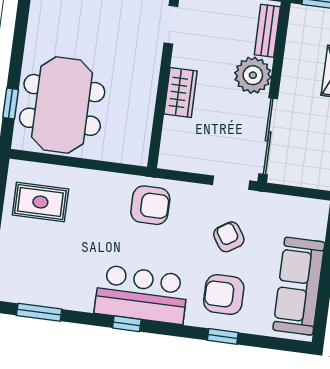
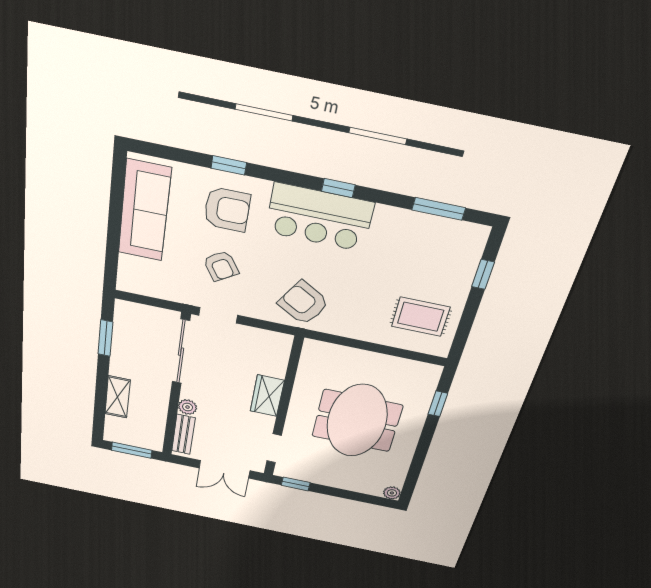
plant: (253, 75) -> (188, 407), width x0.53, depth x0.53
meeting table: (62, 105) -> (357, 421), moved
armchair: (150, 205) -> (303, 303), turned 31

